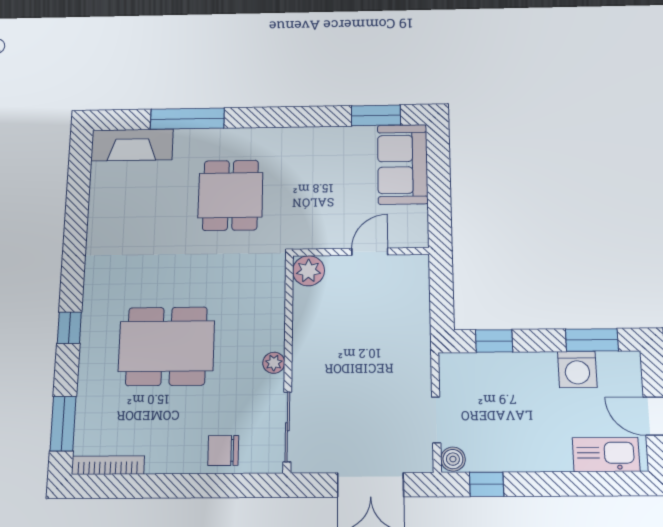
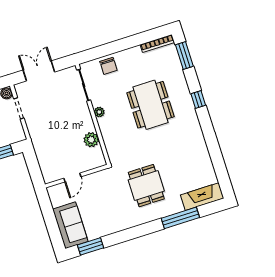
plant: (308, 271) -> (91, 140), moved
dining table: (167, 346) -> (151, 105), turned 90
chair: (223, 451) -> (108, 66), turned 90

